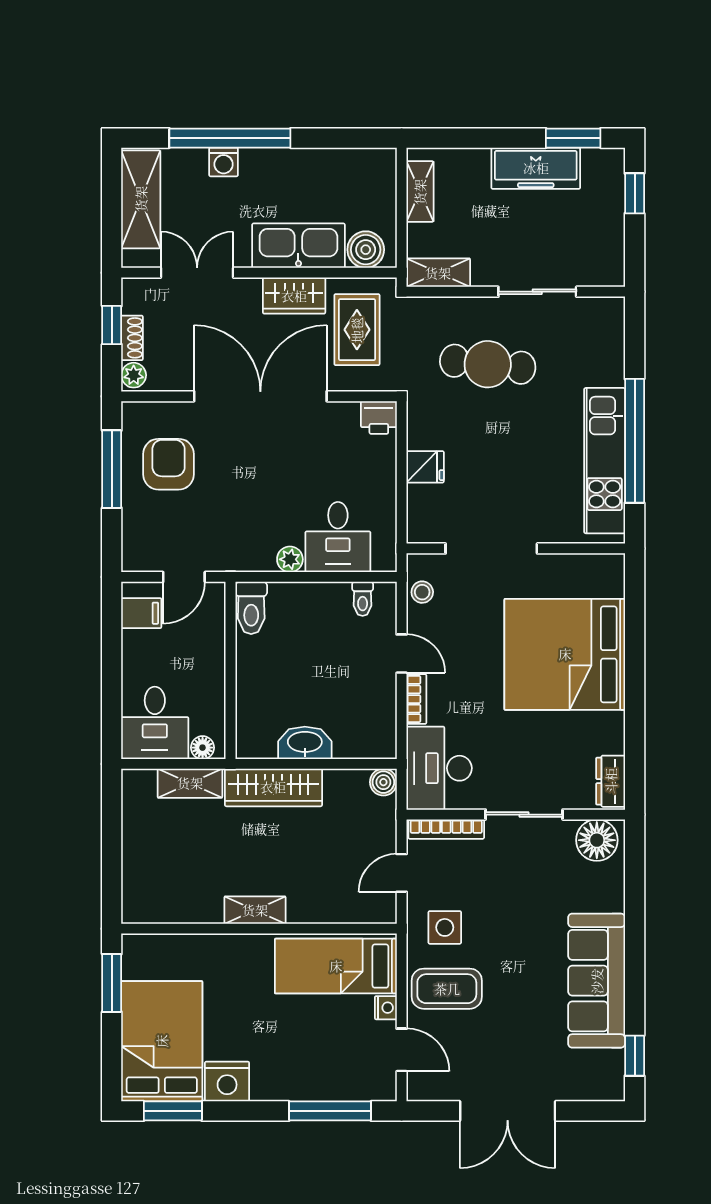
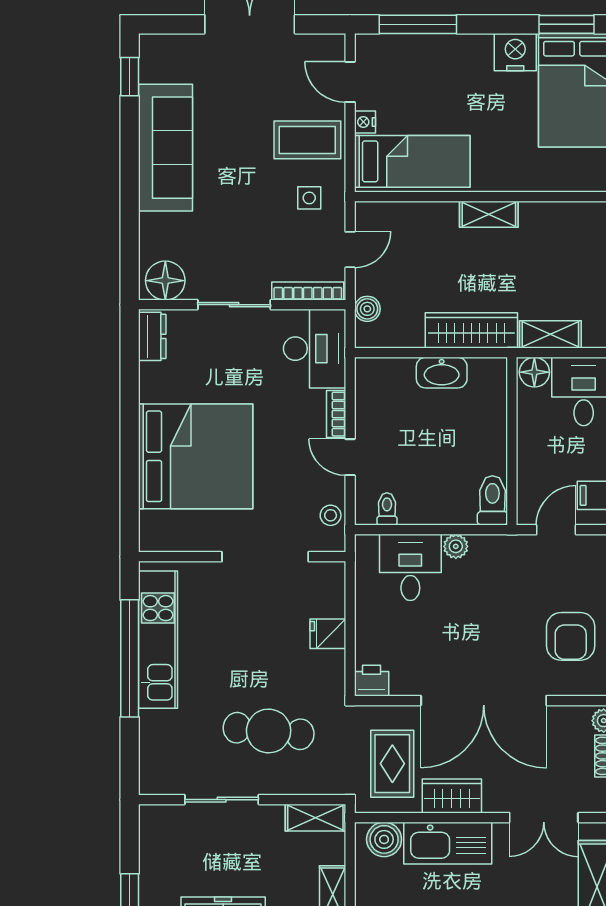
floor lamp: (203, 748) -> (534, 372), width x1.37, depth x1.37
boiler: (383, 782) -> (367, 309), moved
side table: (445, 927) -> (309, 198), width x0.73, depth x0.73

